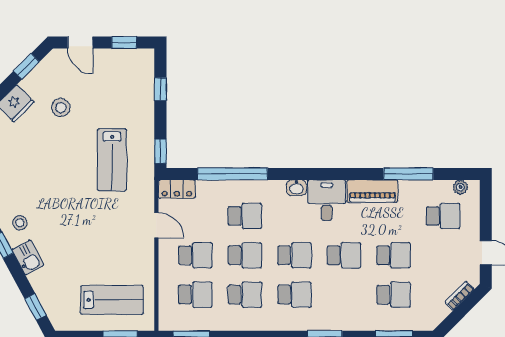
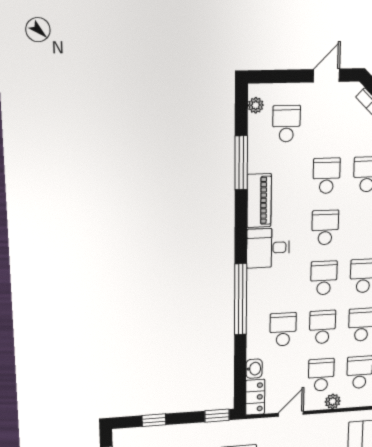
window: (233, 174) -> (240, 299), moved
washbasin: (296, 188) -> (254, 369), moved
plant: (166, 268) -> (333, 401), added

